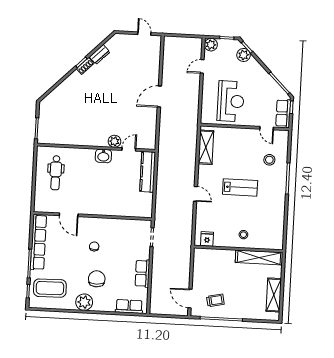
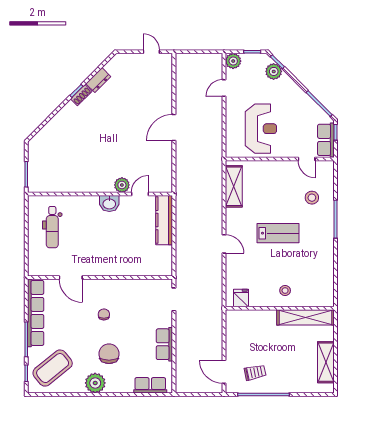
coffee table: (50, 288) -> (53, 368), turned -38

